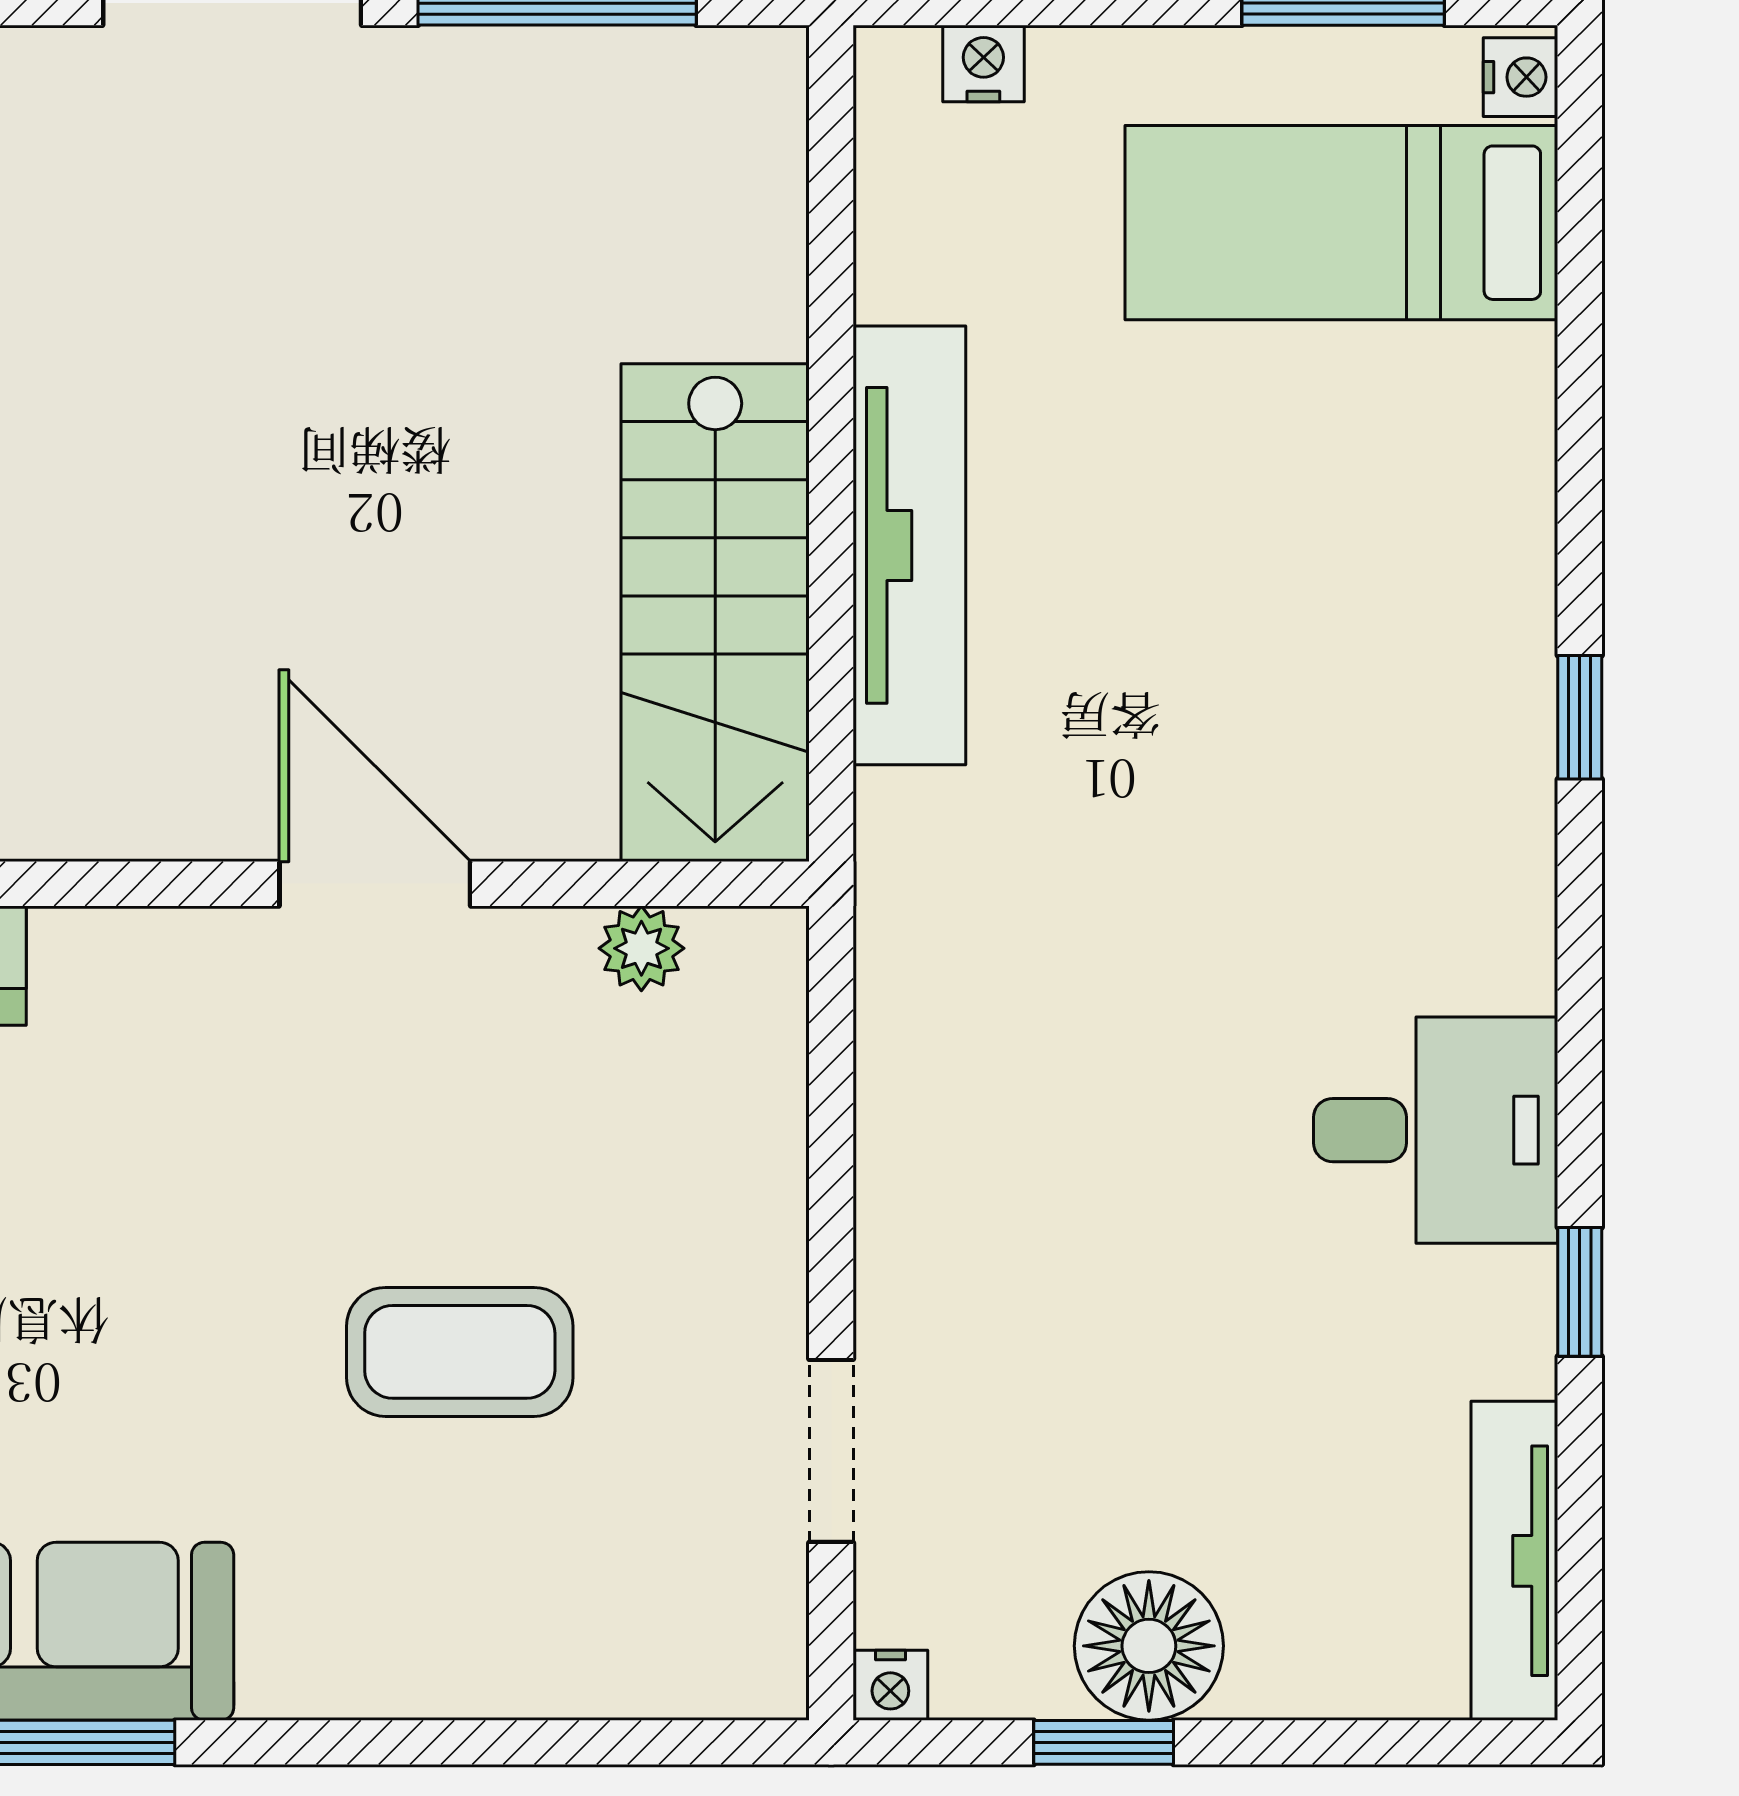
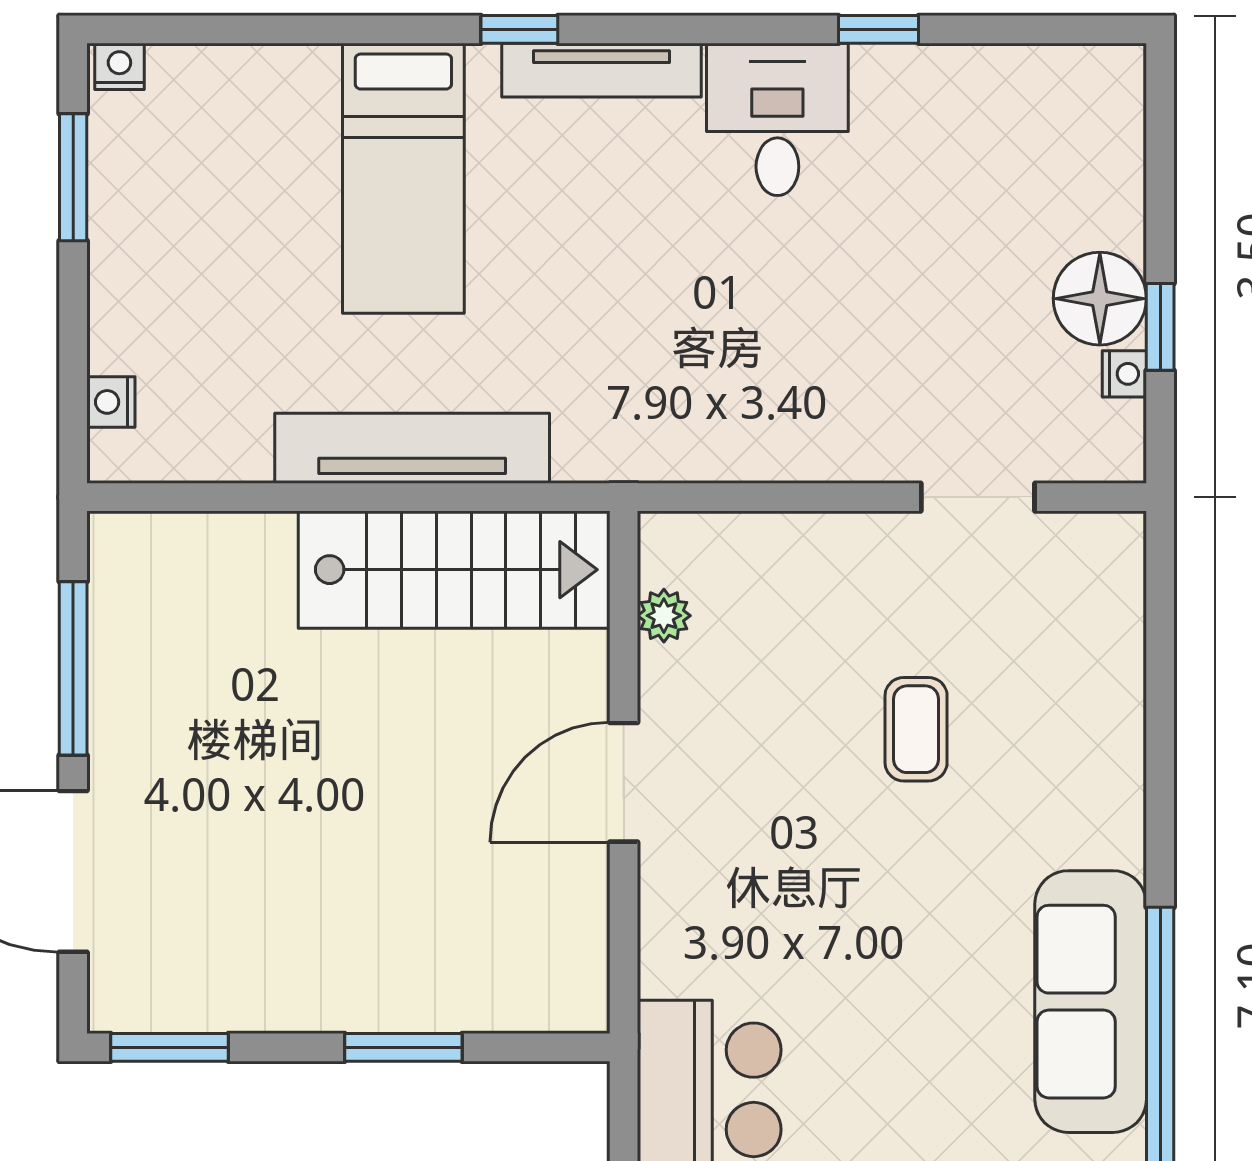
bed: (1341, 223) -> (403, 178), moved
coffee table: (460, 1352) -> (916, 729), width x0.73, depth x0.77
tv unit: (1514, 1561) -> (601, 70), moved
nightstand: (890, 1685) -> (1124, 374), moved

